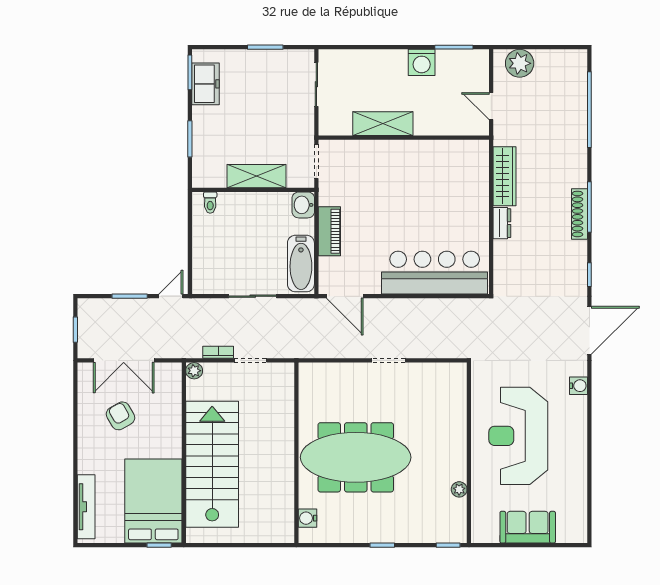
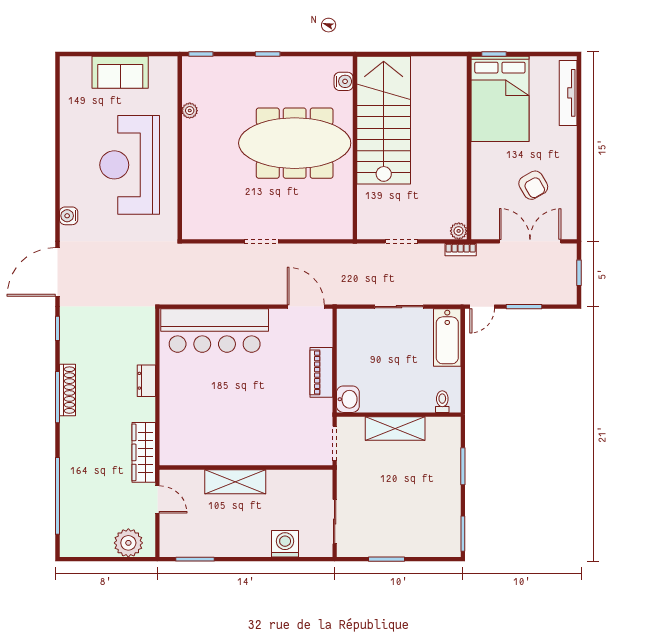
washing machine: (422, 62) -> (285, 544), moved
freezer: (205, 84) -> (447, 522), removed
shelving: (383, 124) -> (235, 482), moved
wardrobe: (504, 176) -> (144, 452), moved
bathtub: (301, 264) -> (447, 337), moved, turned 180
bookcase: (218, 352) -> (461, 250), moved
reception desk: (518, 436) -> (130, 165), turned 180
stairs: (212, 464) -> (384, 120), moved, turned 180

